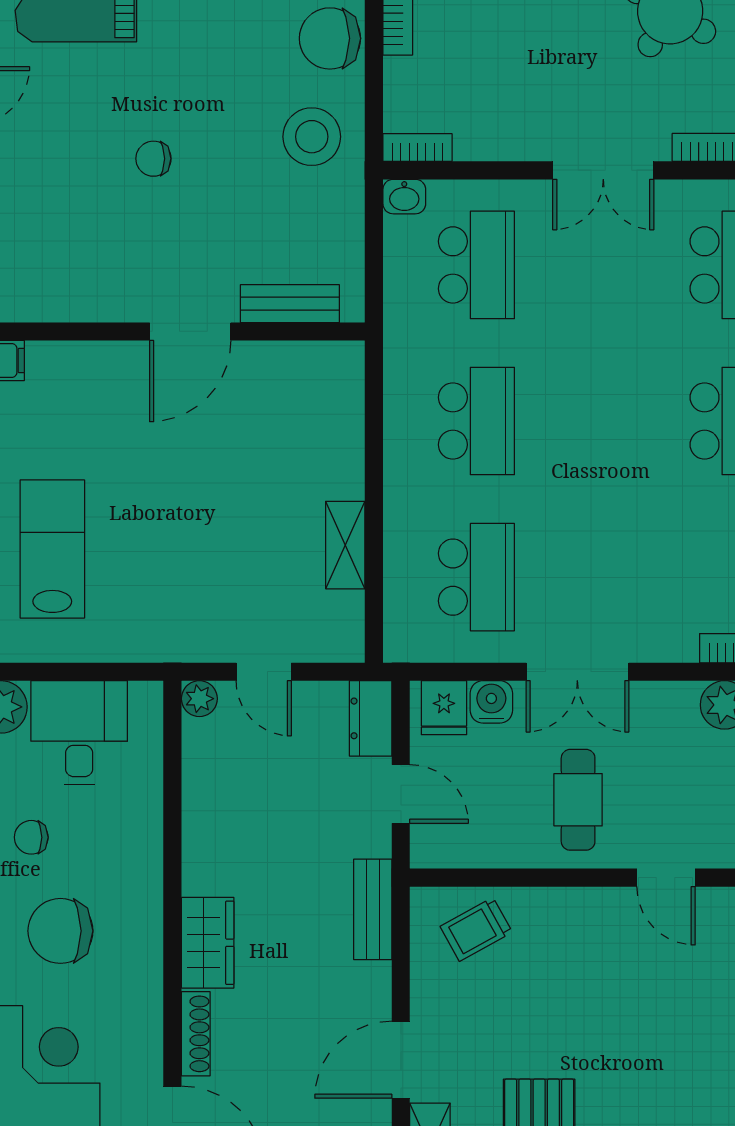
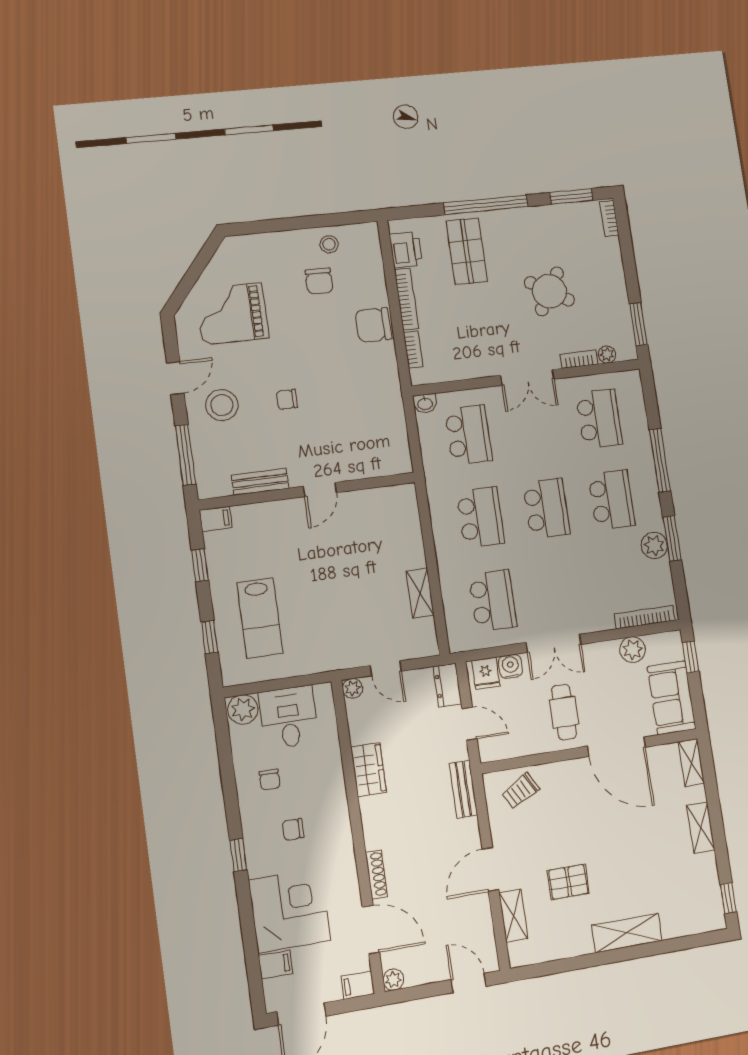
stool: (312, 137) -> (222, 405), moved
bookcase: (417, 147) -> (413, 350), moved, turned 90
bench: (290, 304) -> (260, 482), moved
door: (190, 331) -> (320, 490), width x0.73
school desk: (602, 421) -> (546, 509), added
lab bench: (52, 549) -> (260, 618), turned 180
chair: (31, 837) -> (270, 780), turned -90
door: (666, 878) -> (616, 747), width x1.87
chair: (60, 931) -> (293, 829), width x0.54, depth x0.54
wardrobe: (208, 943) -> (369, 770), moved

